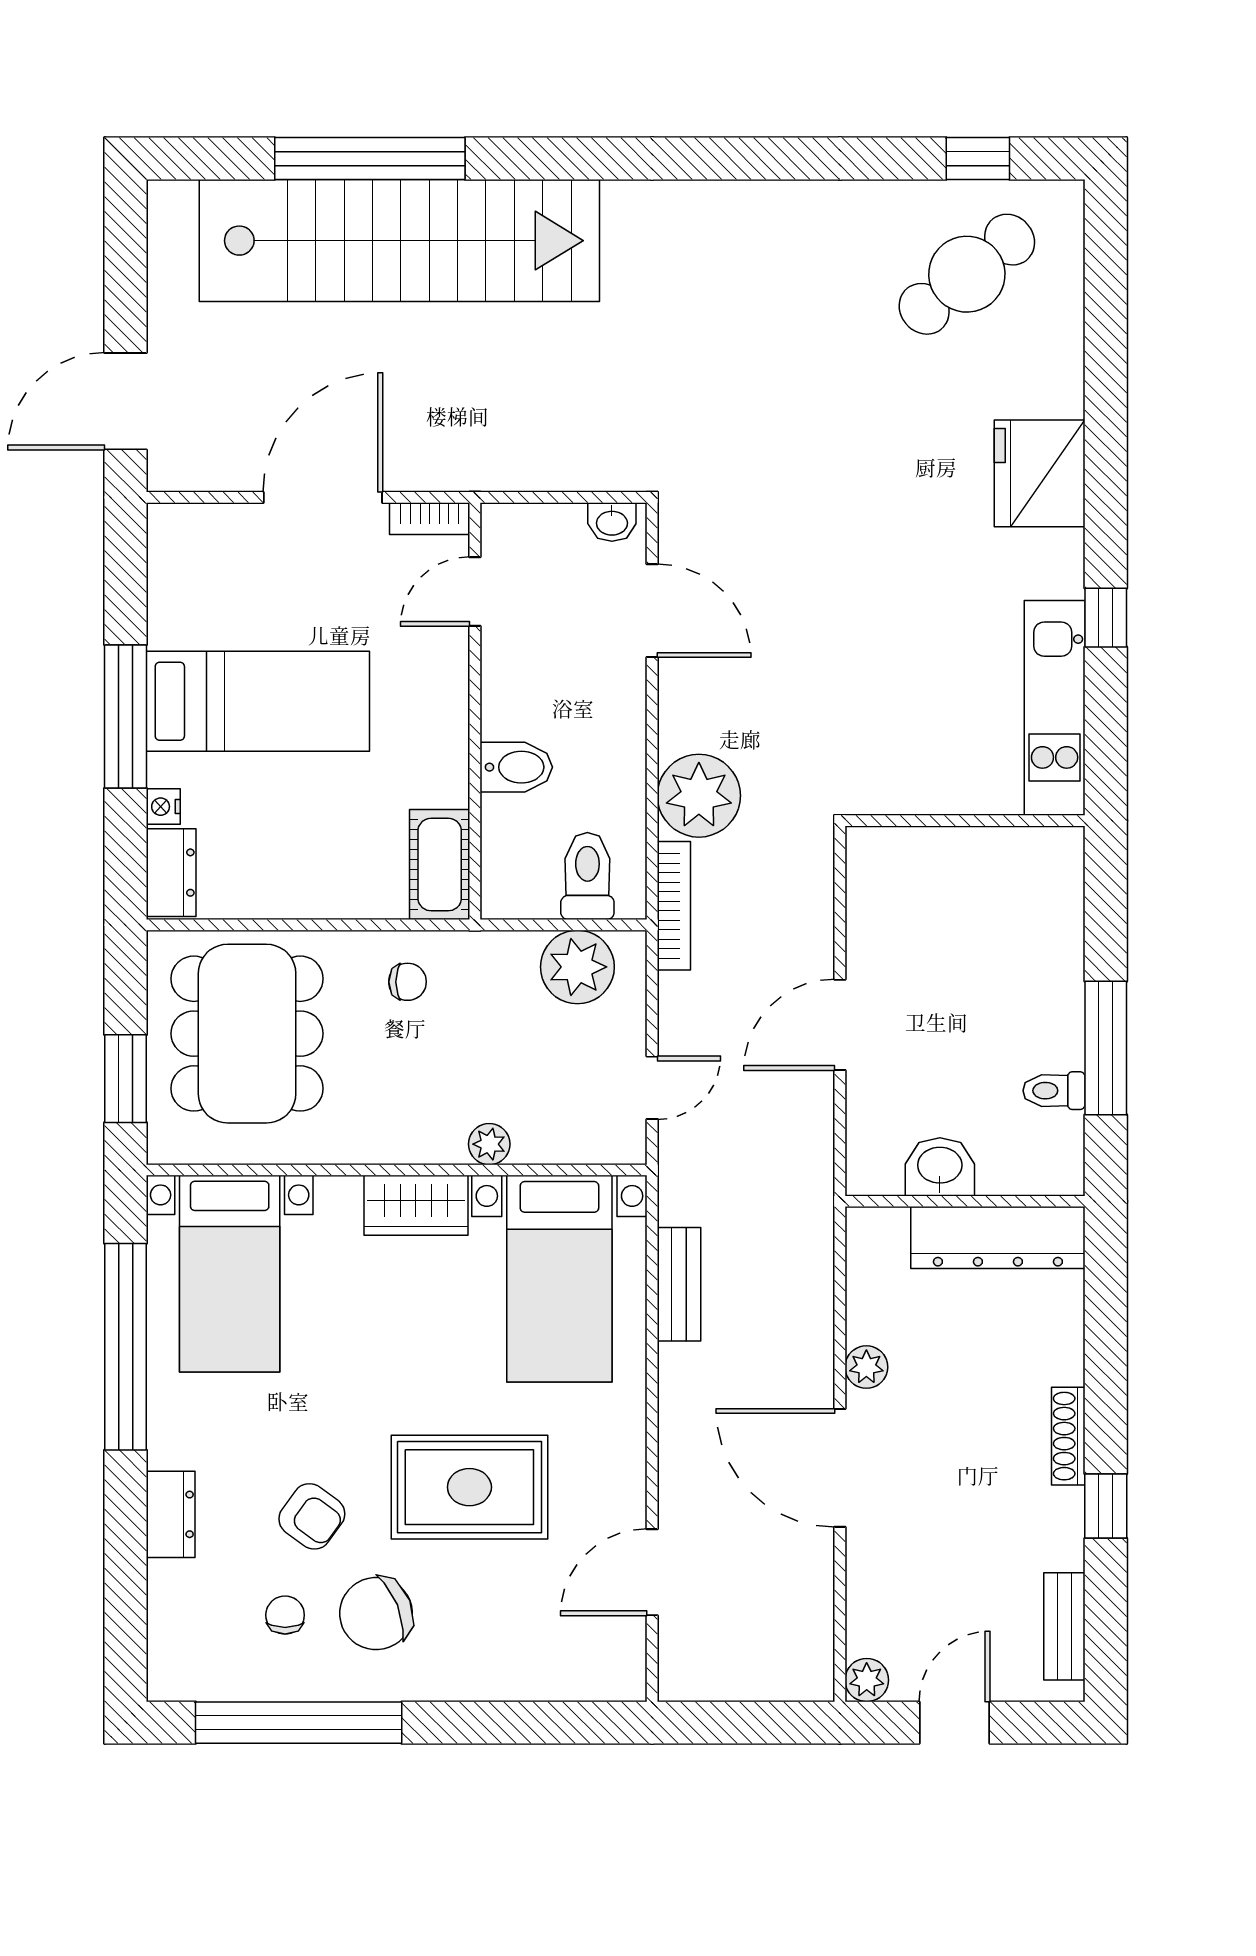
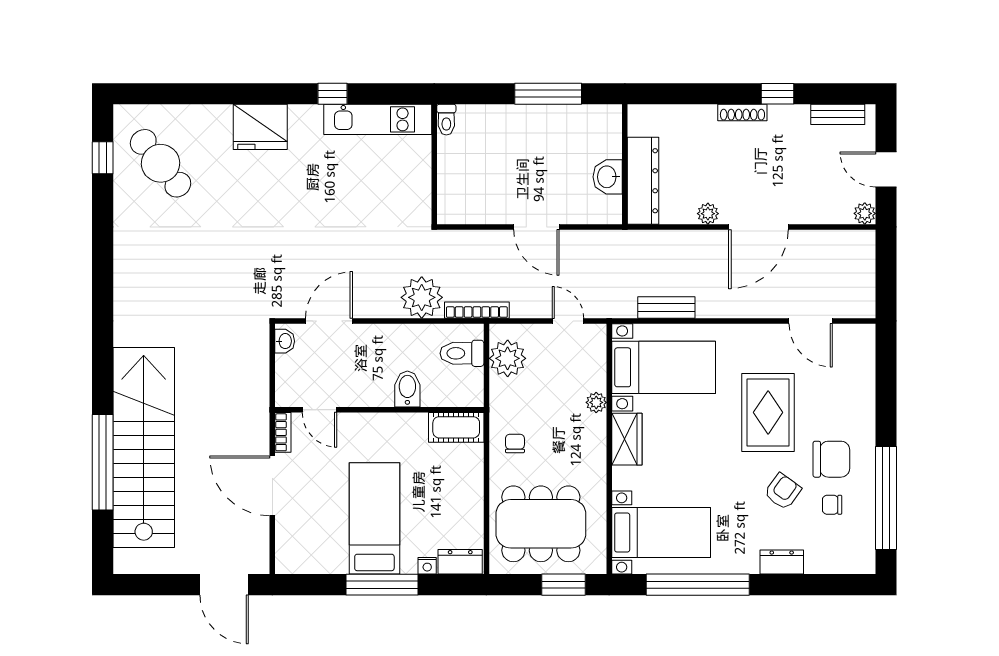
toilet: (1054, 1091) -> (446, 120), moved
dresser: (998, 1237) -> (643, 181), moved
chair: (376, 1614) -> (831, 459), turned -68

